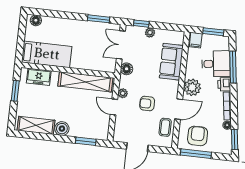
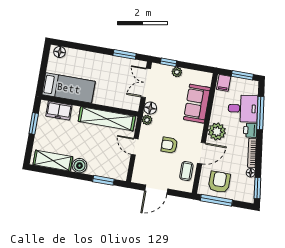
plant: (123, 93) -> (147, 120), moved

